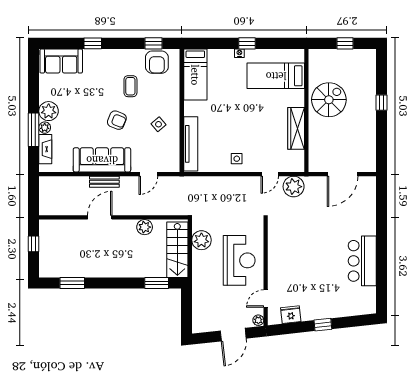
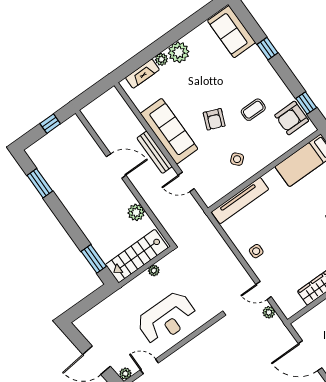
window: (33, 130) -> (152, 51), removed
bench: (104, 182) -> (155, 152), width x1.36
plant: (294, 187) -> (269, 312), width x0.53, depth x0.53
plant: (201, 240) -> (154, 270), width x0.53, depth x0.53

